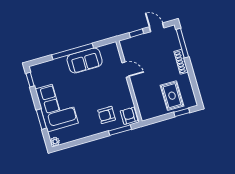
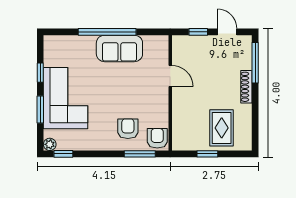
window: (30, 80) -> (40, 73), moved
window: (182, 112) -> (207, 154), moved
armchair: (107, 115) -> (128, 129), turned 90
window: (67, 145) -> (63, 154), added

